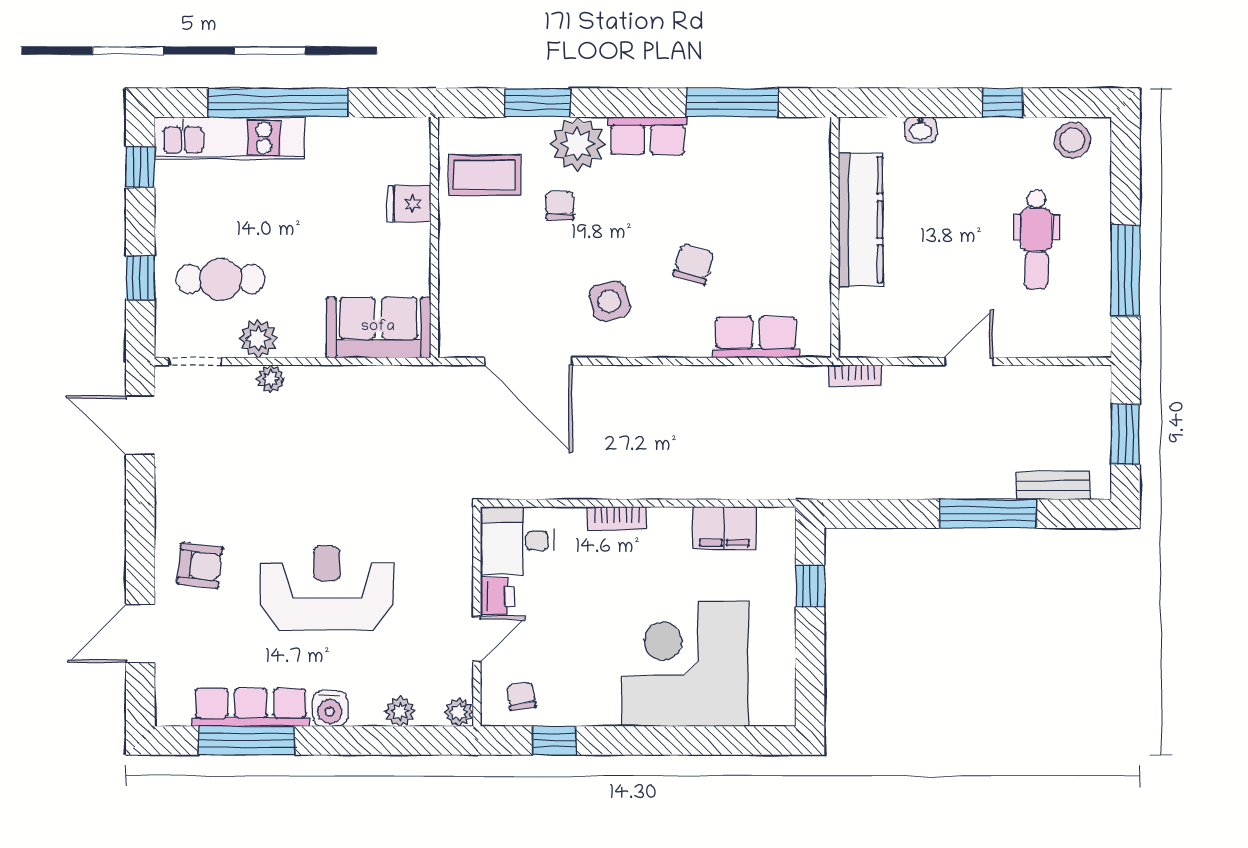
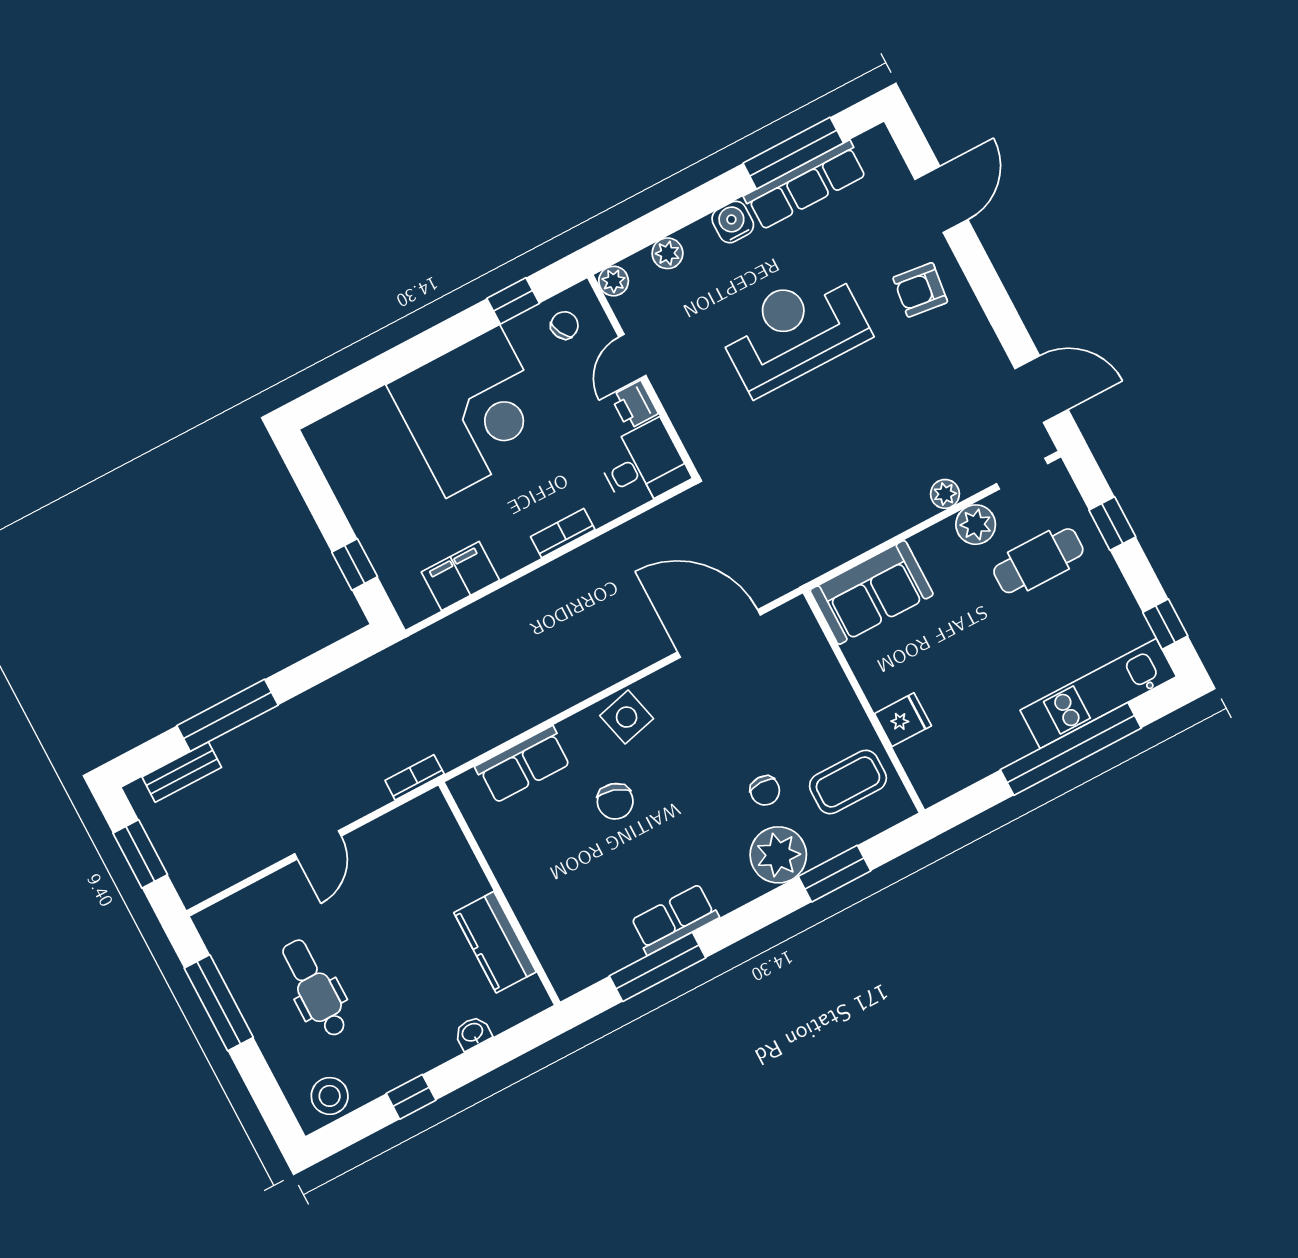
row of seats: (648, 136) -> (674, 919), moved
kitchen counter: (861, 220) -> (495, 942), width x0.67
side table: (609, 301) -> (627, 717), moved
reception desk: (327, 588) -> (794, 331), turned 180
corner desk: (686, 664) -> (473, 411), moved
chair: (521, 696) -> (564, 325), turned -108

